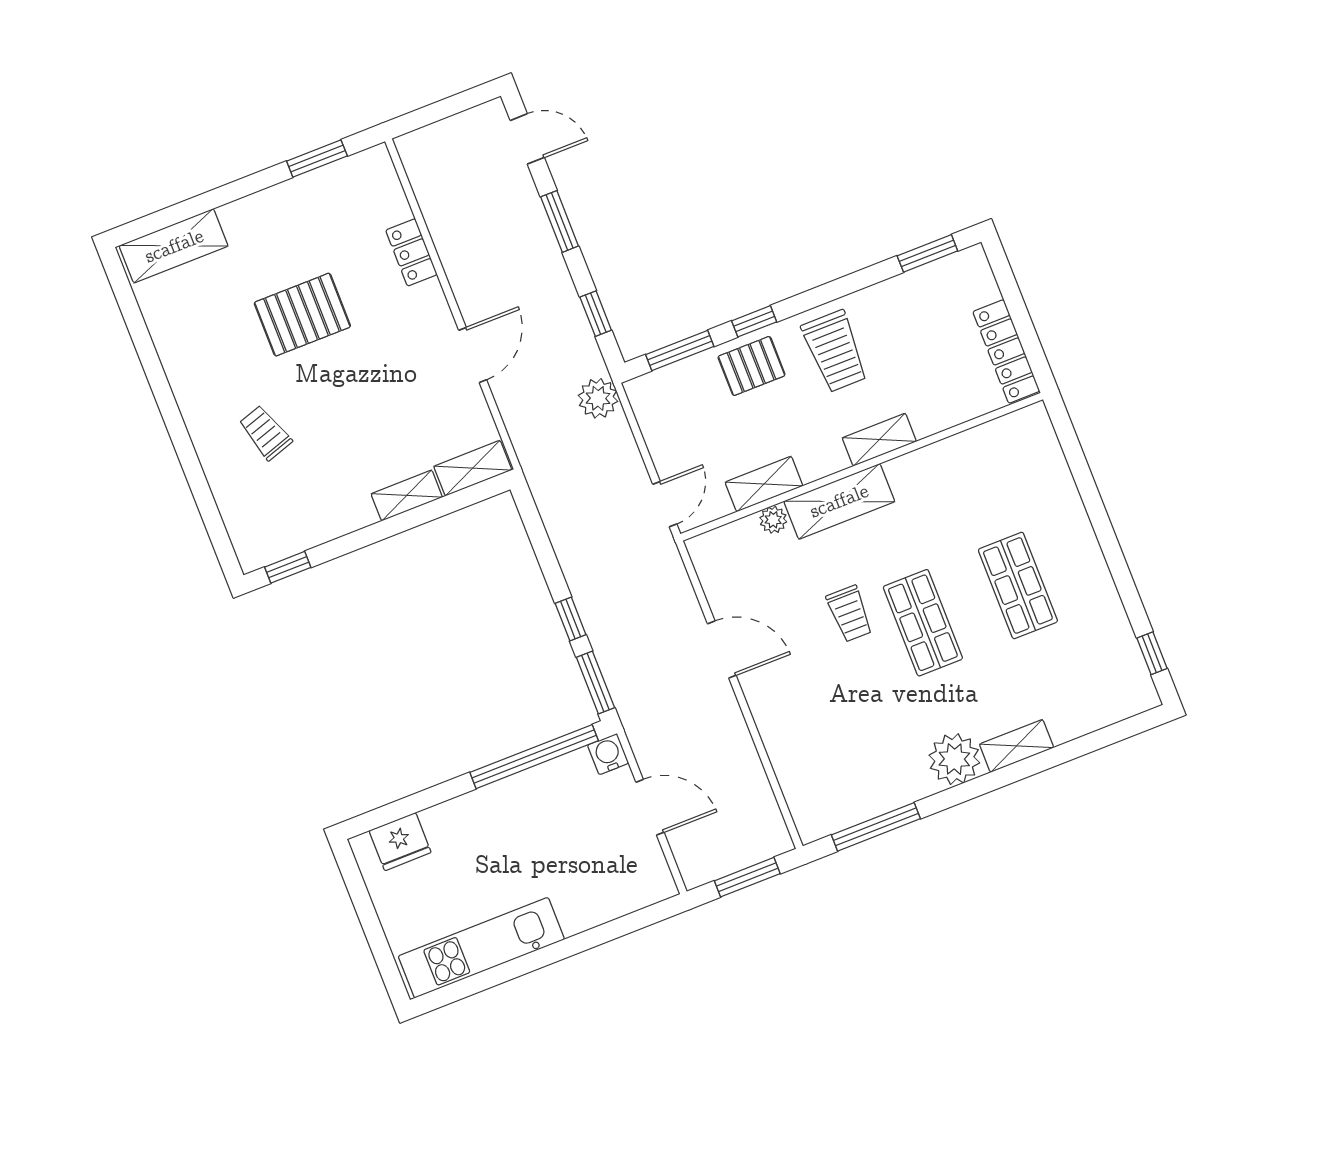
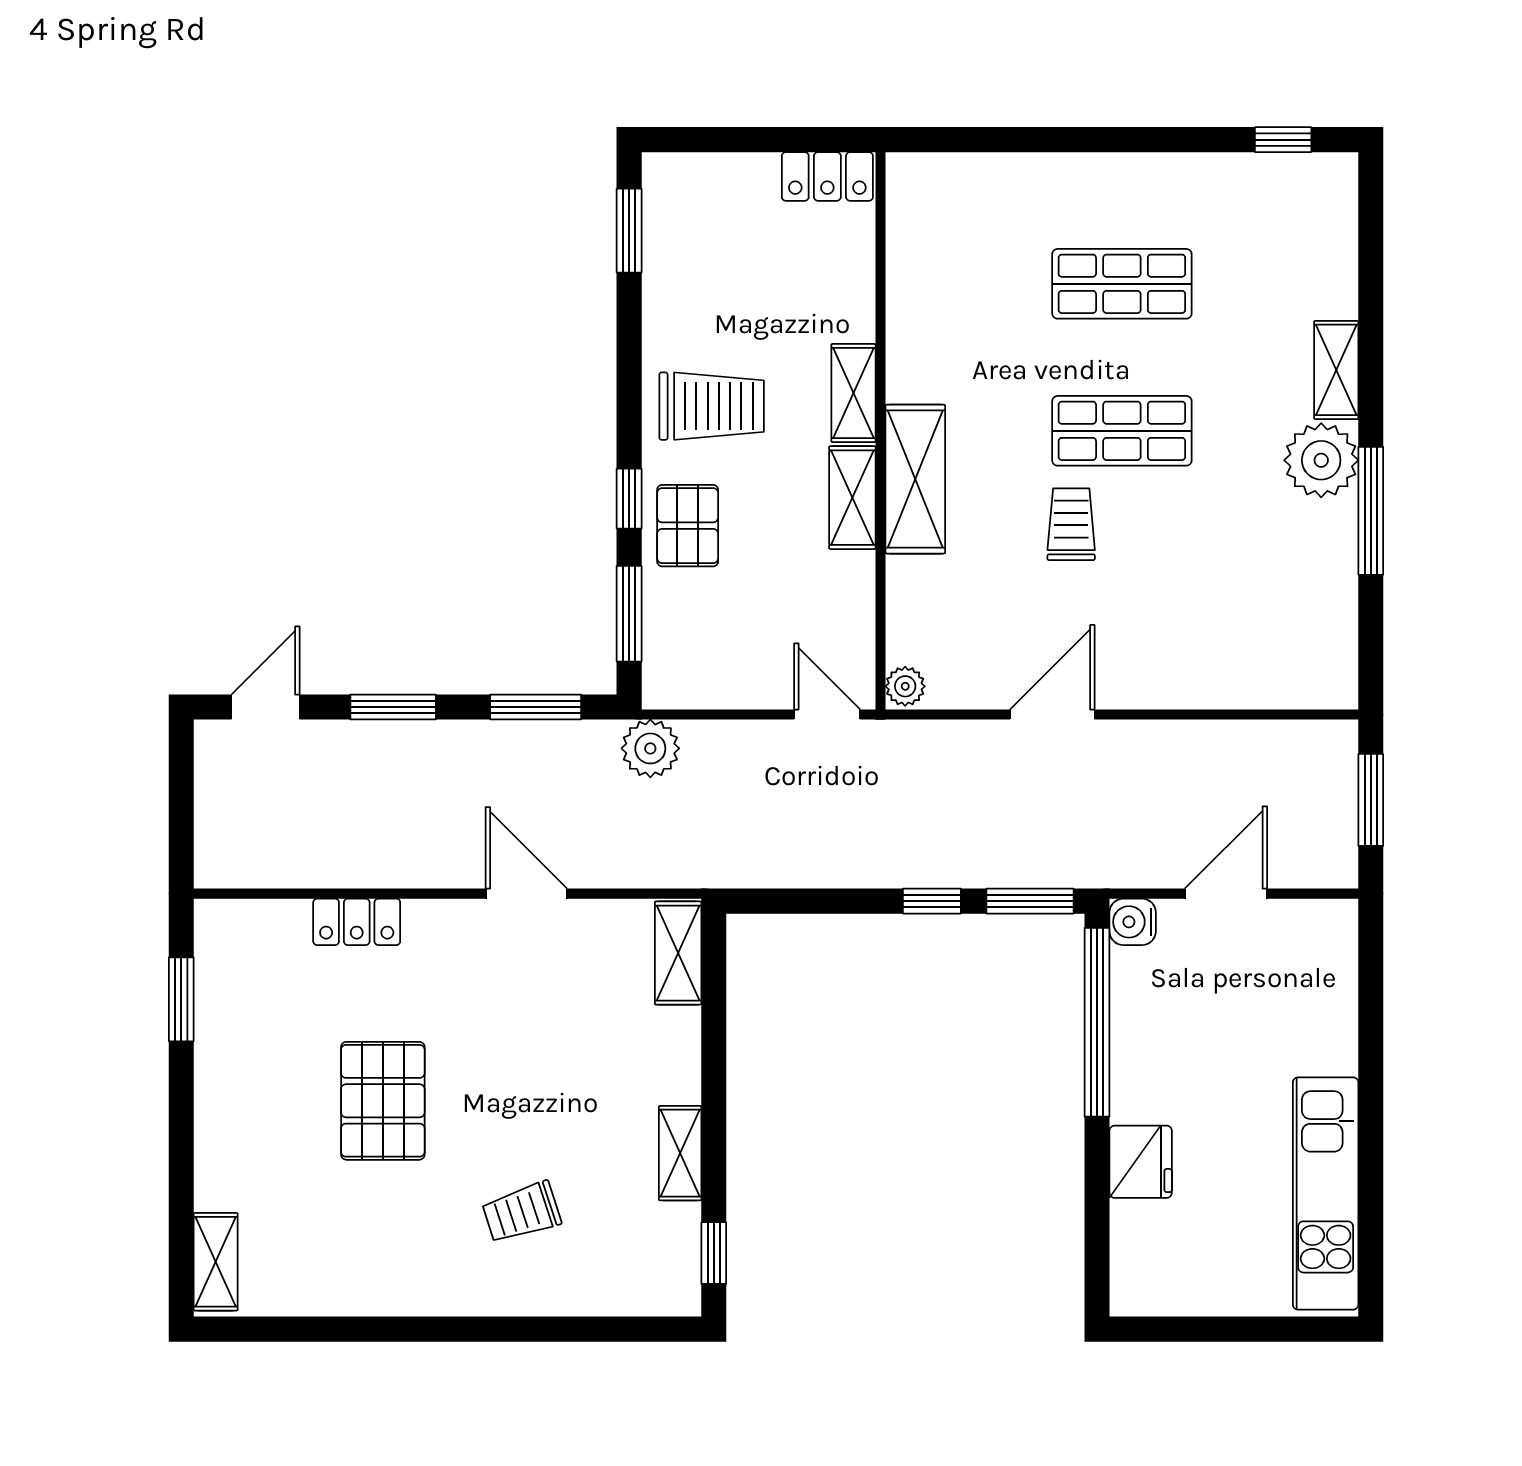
shelving: (174, 246) -> (216, 1262), width x0.67, depth x0.75
window: (596, 314) -> (536, 707), width x1.50
locker: (1006, 351) -> (827, 176), width x0.66
shelving: (764, 484) -> (852, 498), moved
shelving: (407, 495) -> (680, 1153), moved
plant: (773, 520) -> (905, 686), moved
trolley: (850, 614) -> (1071, 524), turned -90
window: (876, 827) -> (1371, 511), moved
fridge: (400, 842) -> (1141, 1162), moved

